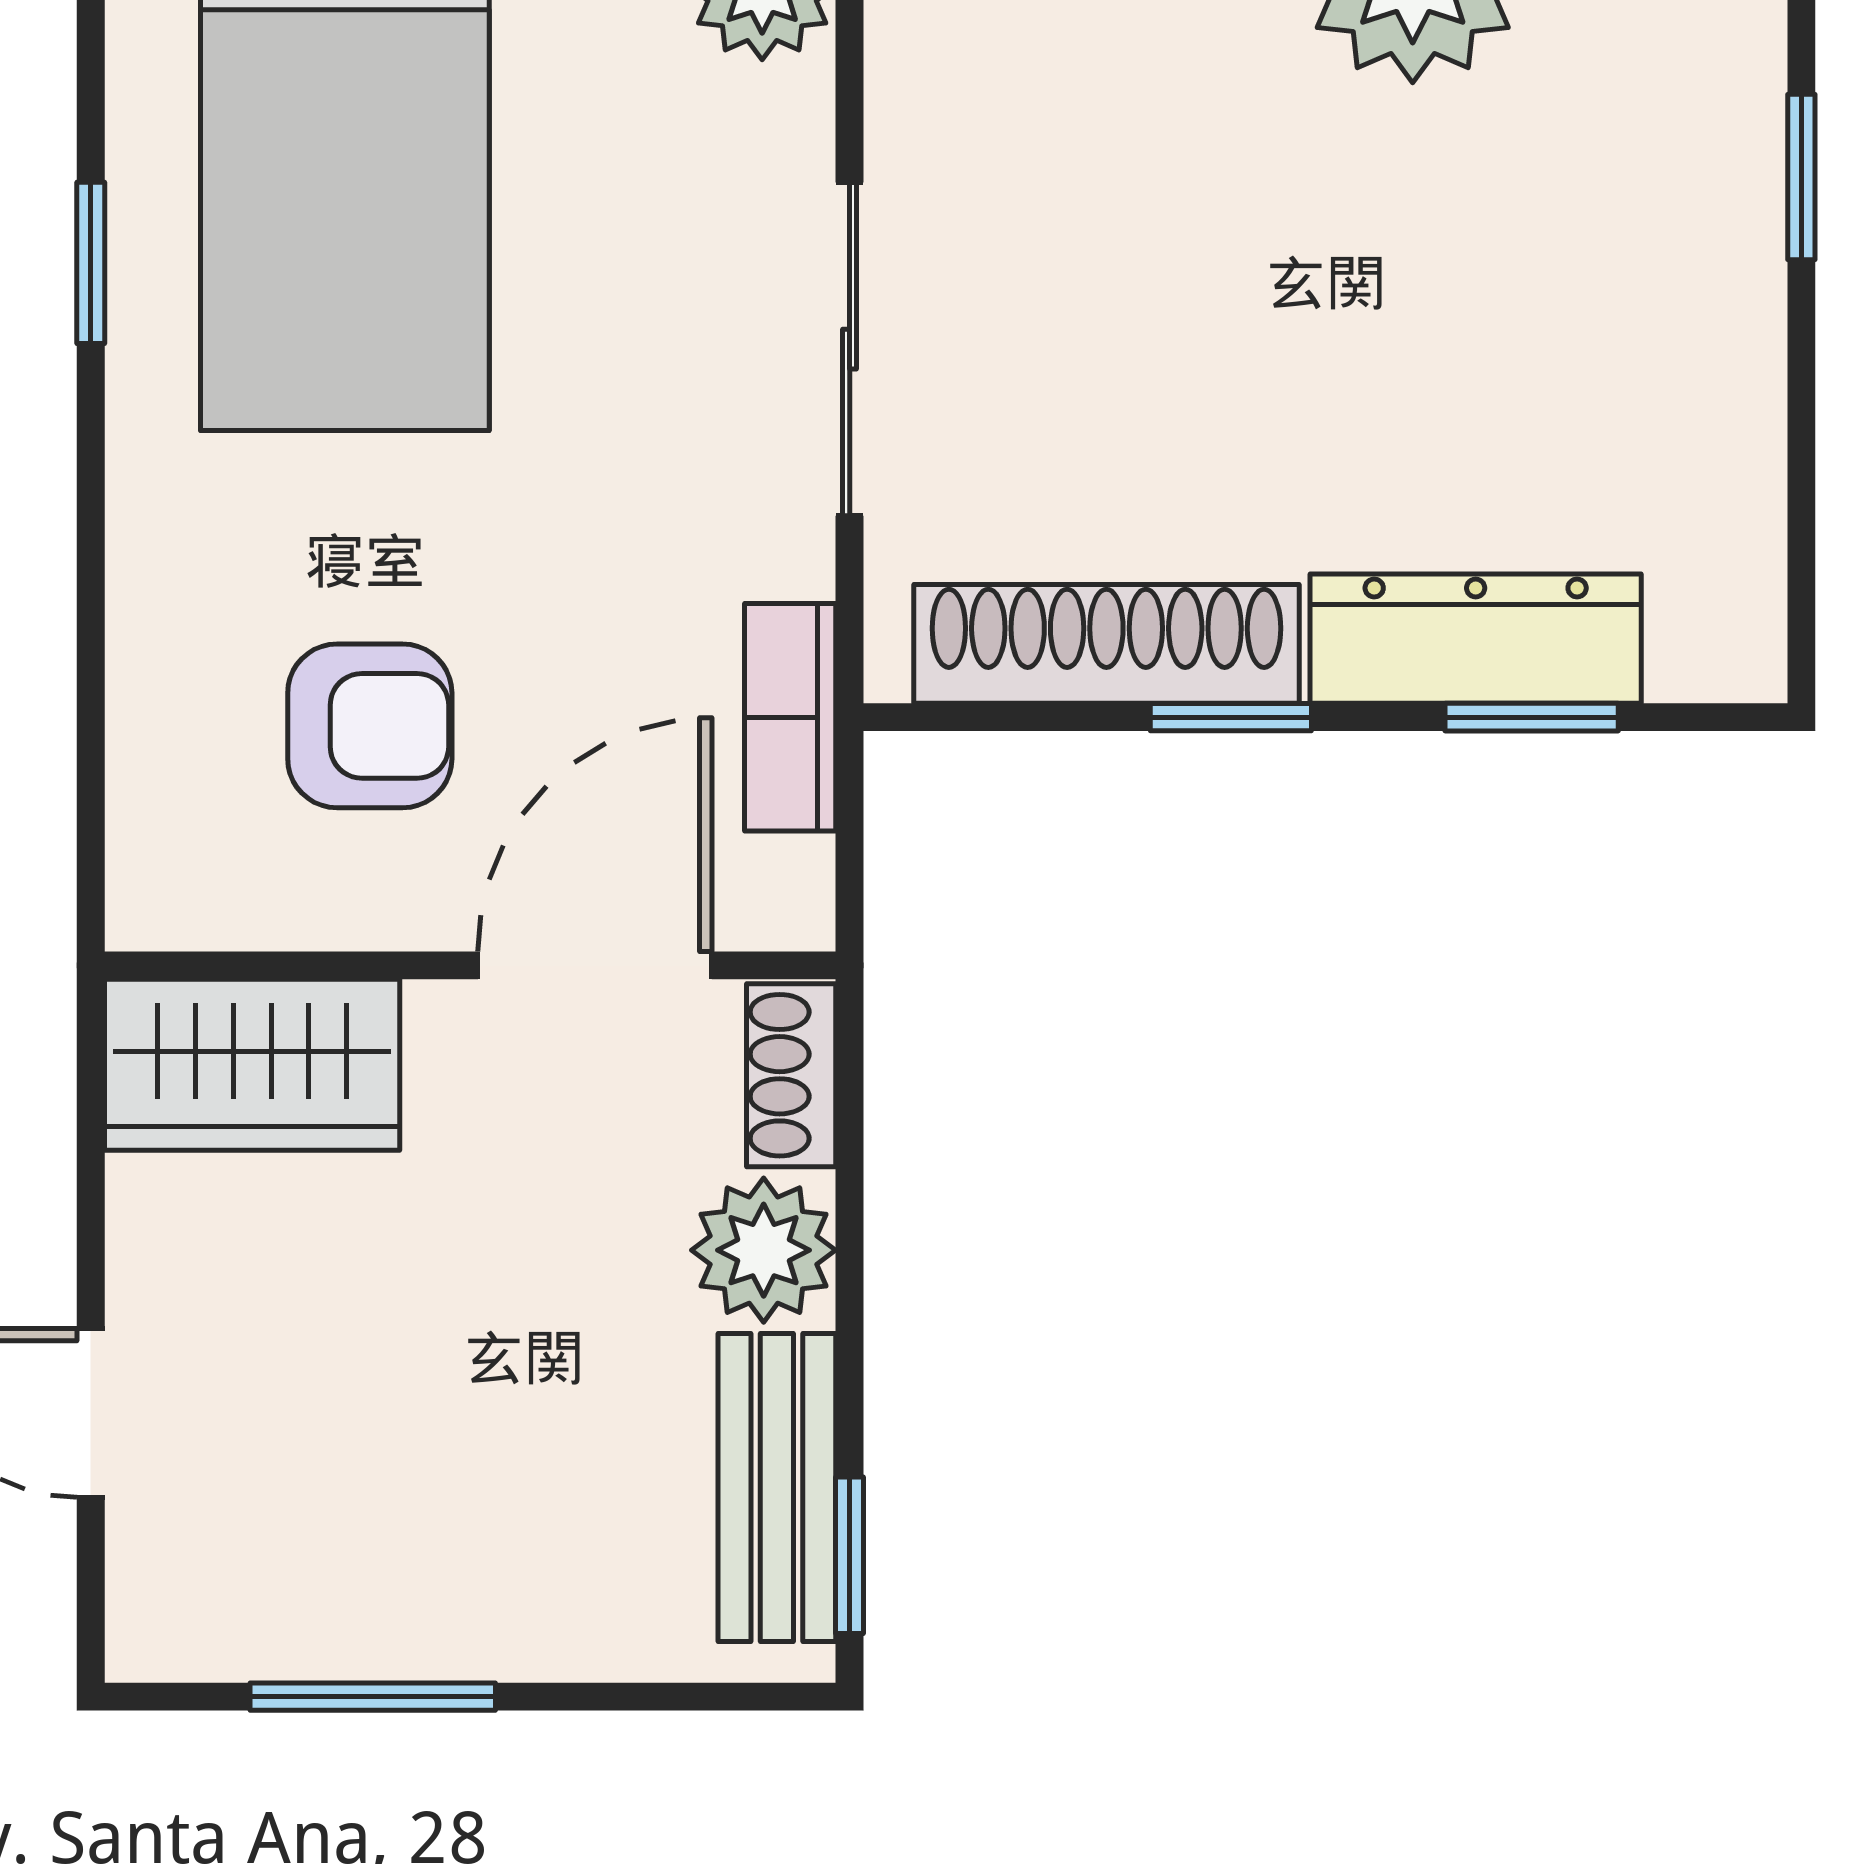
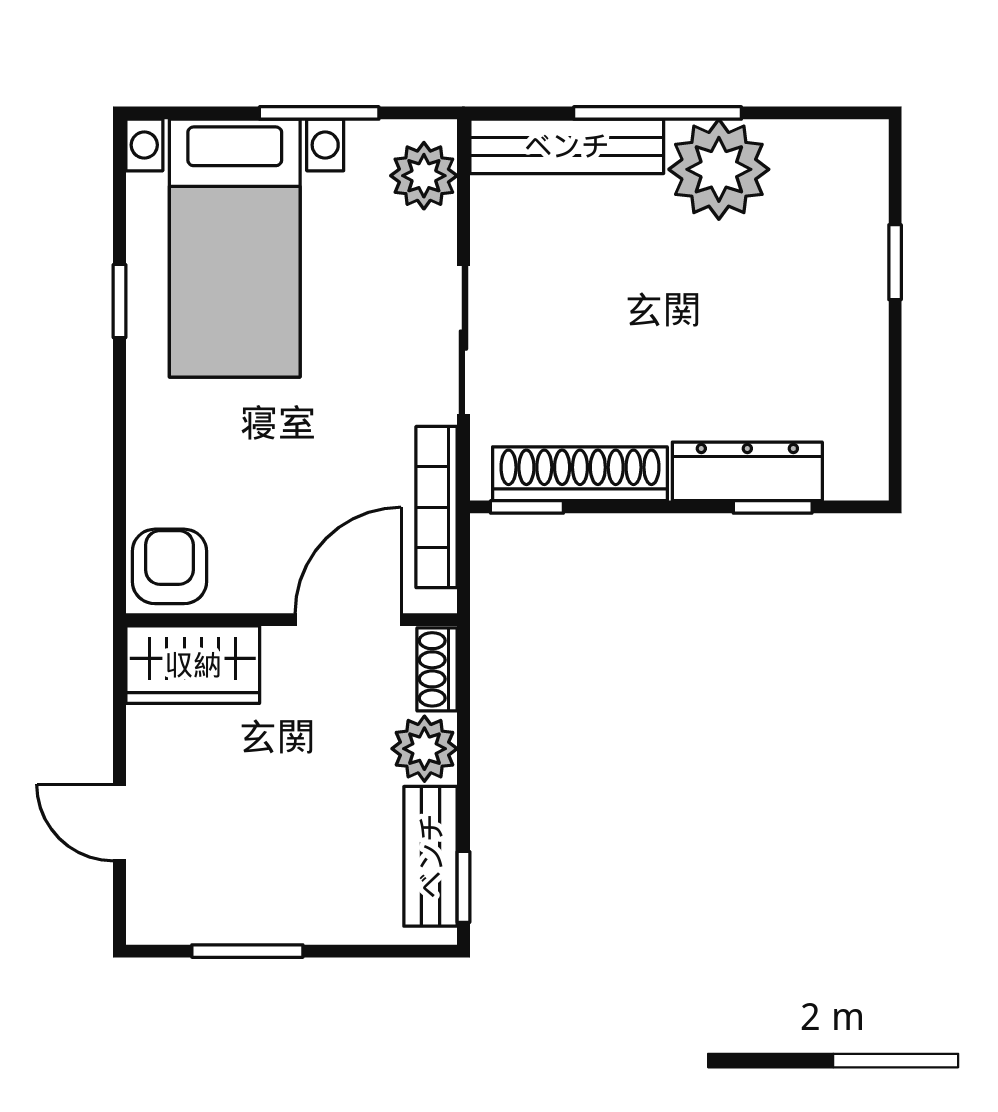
bookcase: (790, 717) -> (437, 507), width x1.56
window: (1231, 717) -> (527, 507), moved
armchair: (370, 726) -> (169, 566), moved, turned -90

